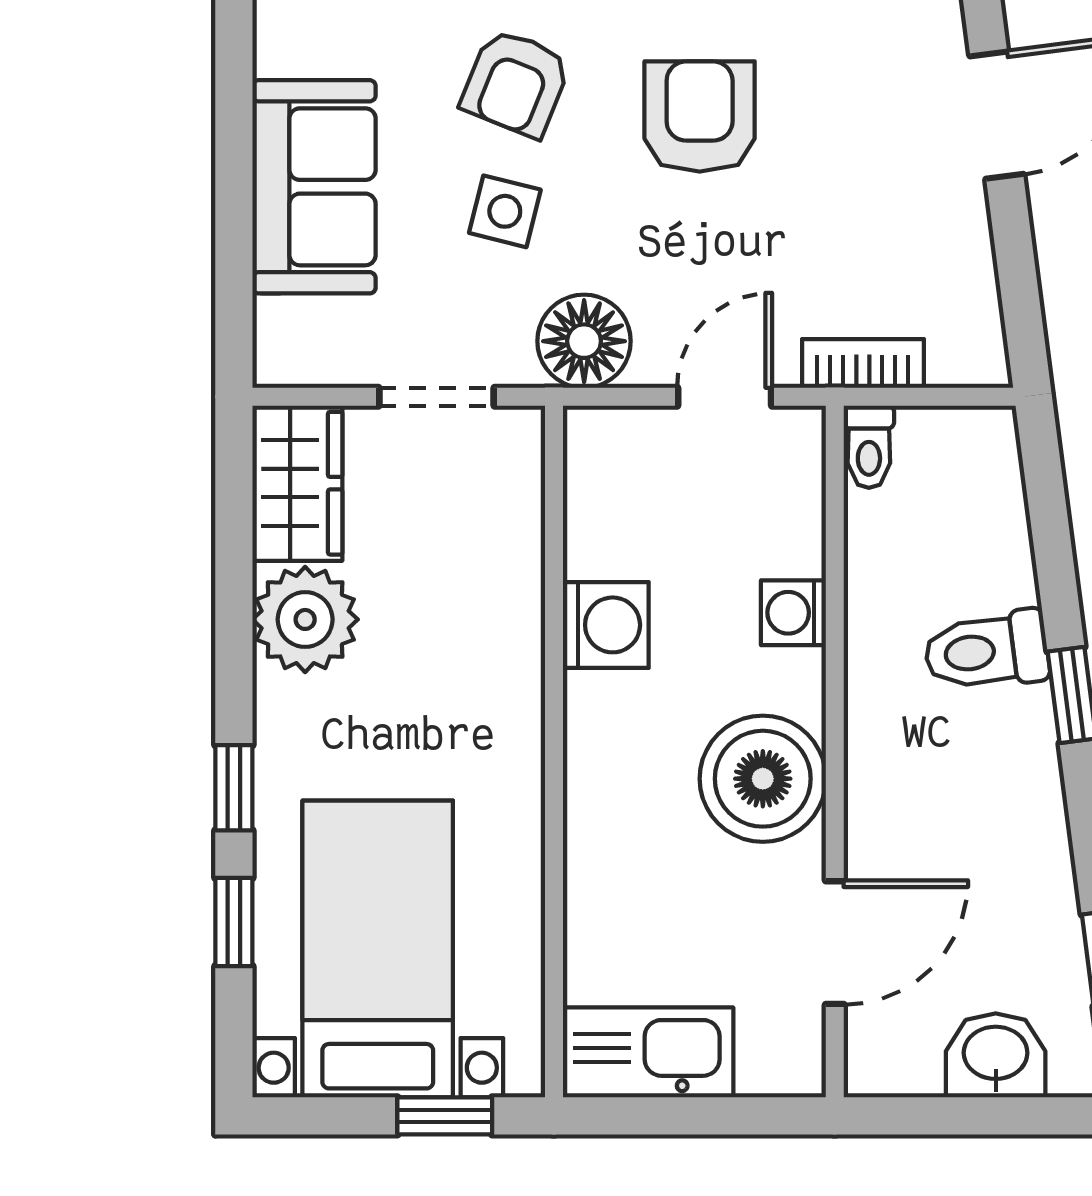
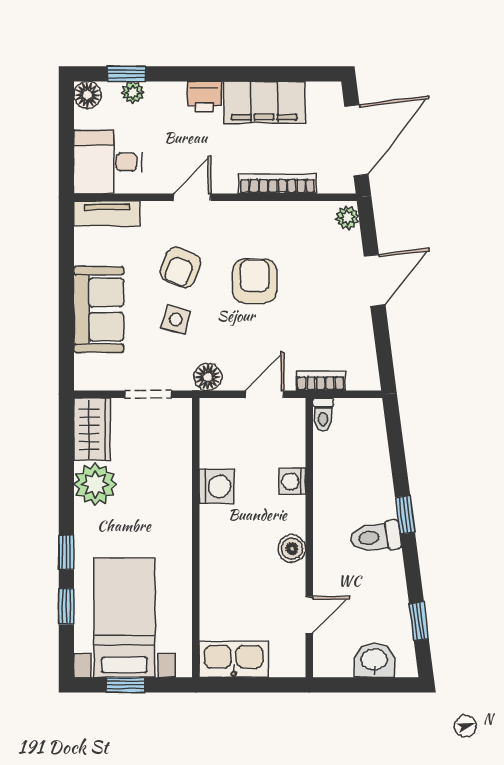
floor lamp: (584, 341) -> (208, 377), width x0.73, depth x0.73
toilet: (987, 651) -> (376, 537), moved
boiler: (763, 779) -> (292, 549), width x0.54, depth x0.54
door: (835, 943) -> (309, 615), width x0.73
window: (445, 1116) -> (125, 685), moved

